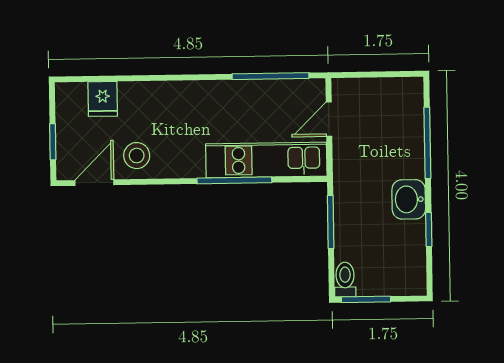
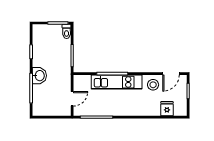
kitchen unit: (266, 160) -> (117, 82), moved
washbasin: (409, 199) -> (39, 76), moved

